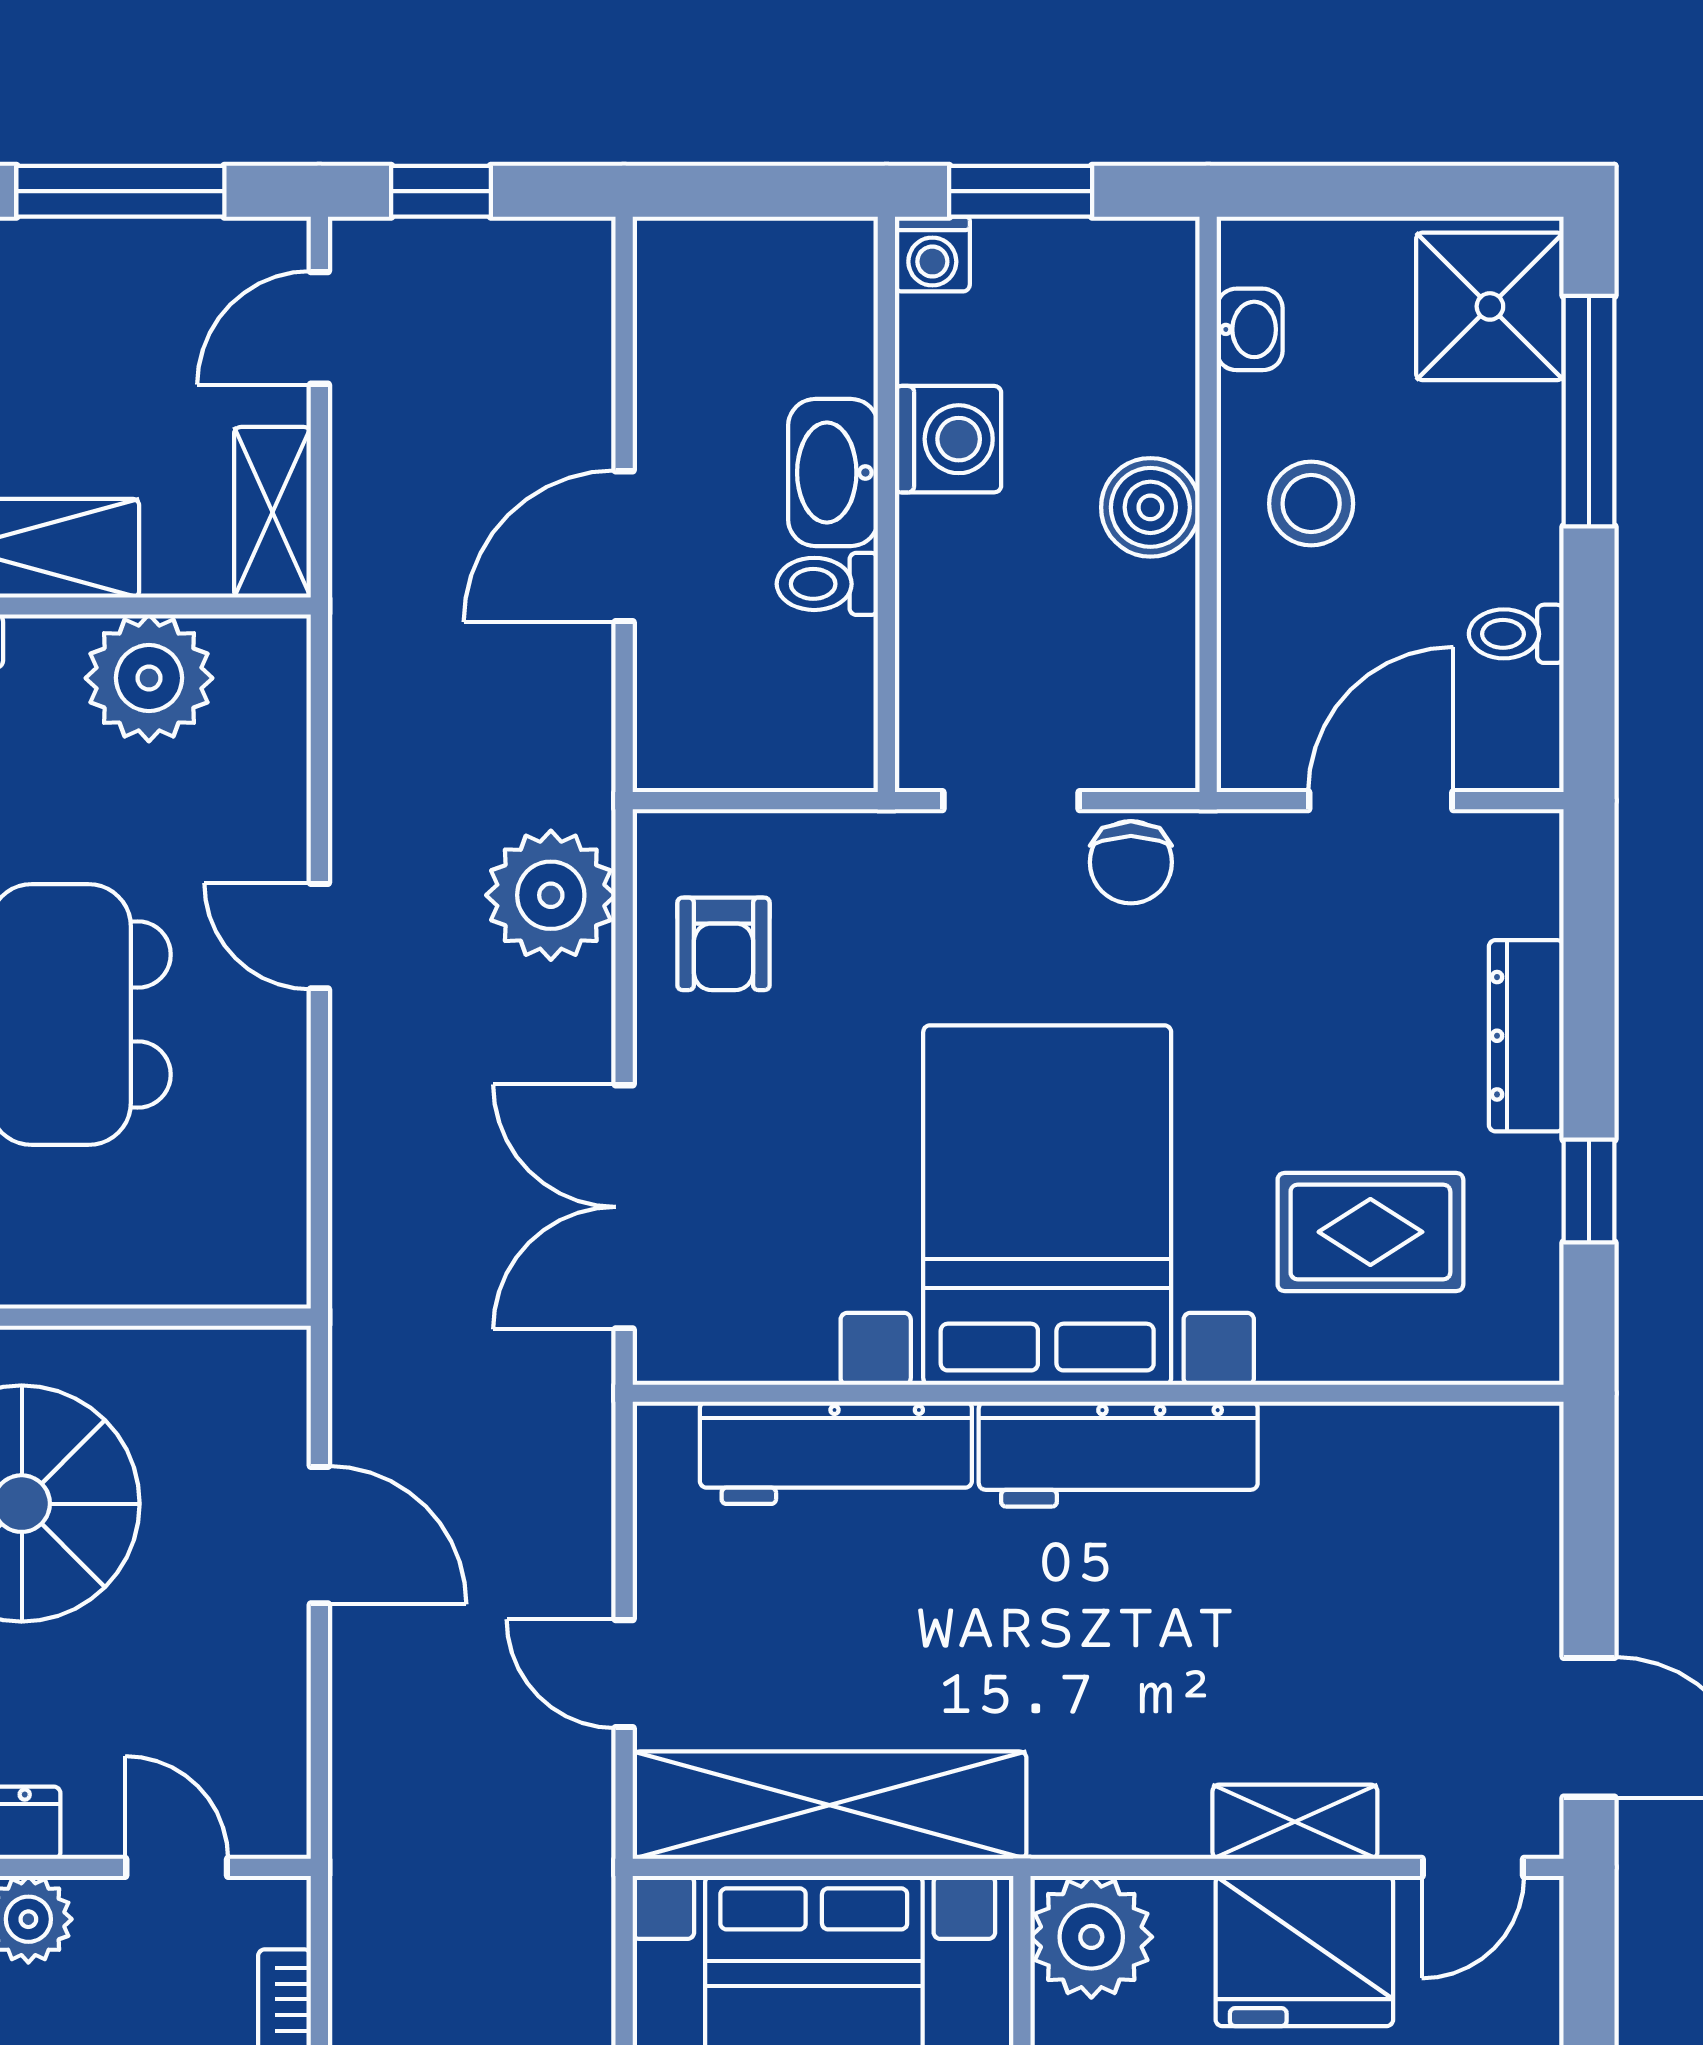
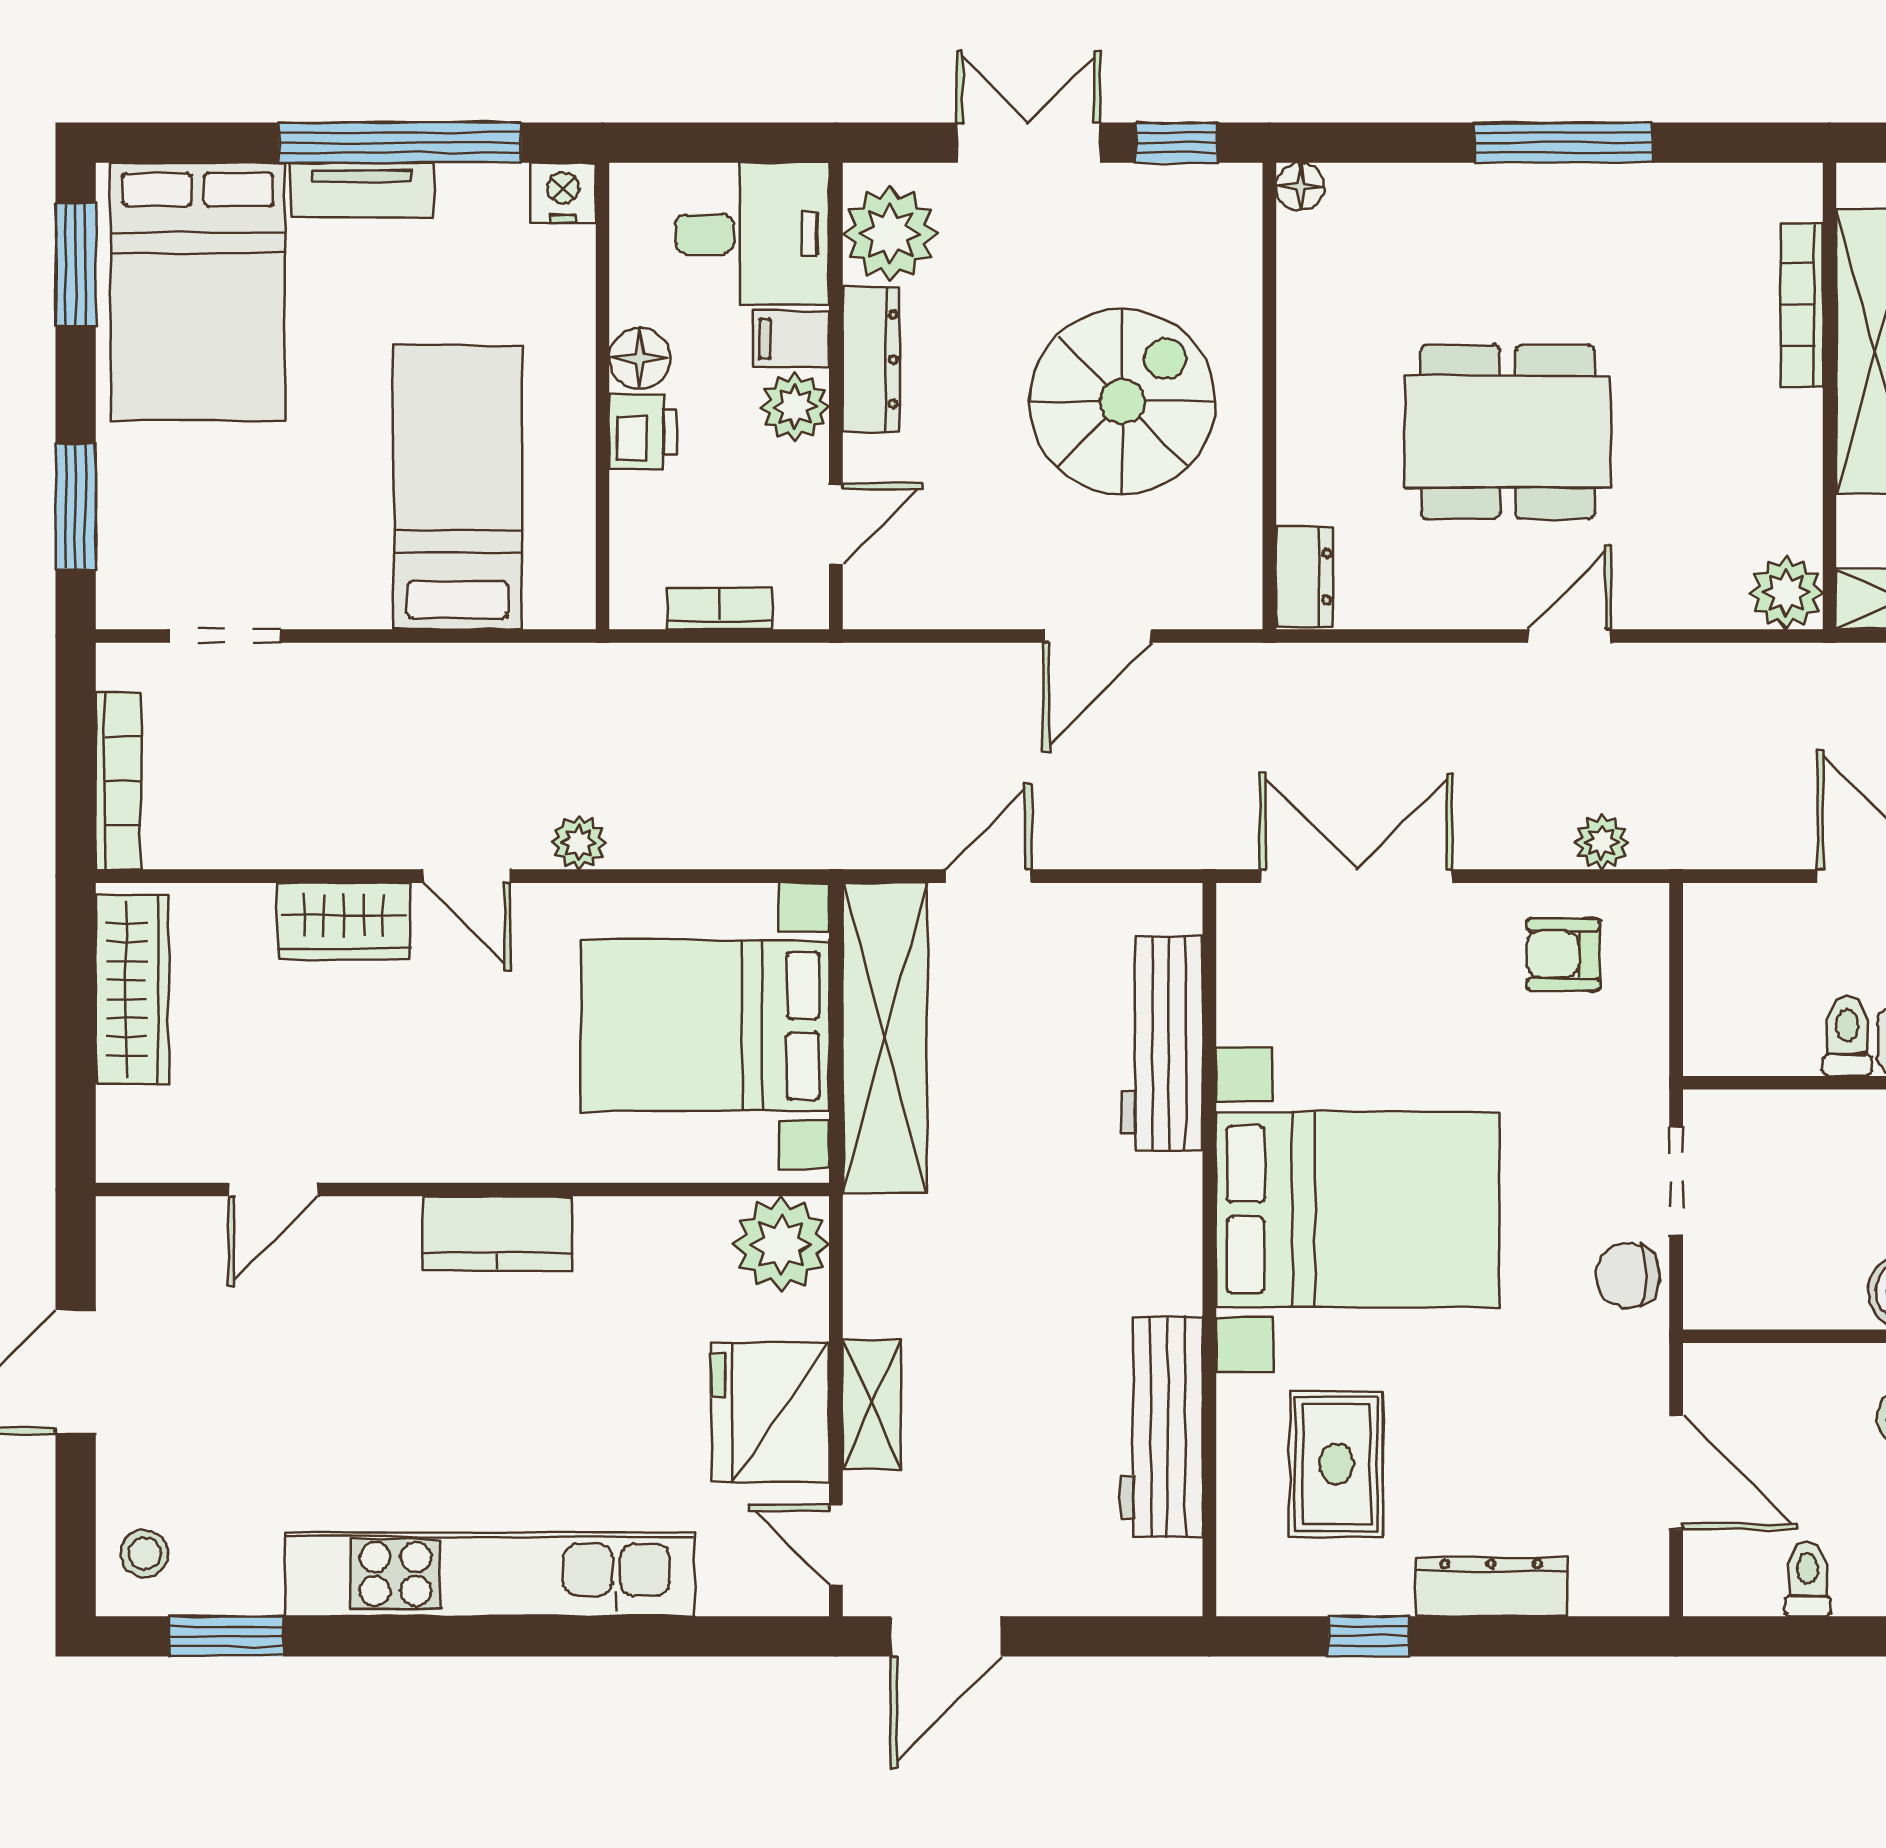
plant: (149, 678) -> (1786, 593), moved, width x0.73, depth x0.73
plant: (551, 895) -> (1602, 842), width x0.53, depth x0.53
dresser: (244, 1272) -> (1304, 577), added
workbench: (1118, 1454) -> (1161, 1427), moved

